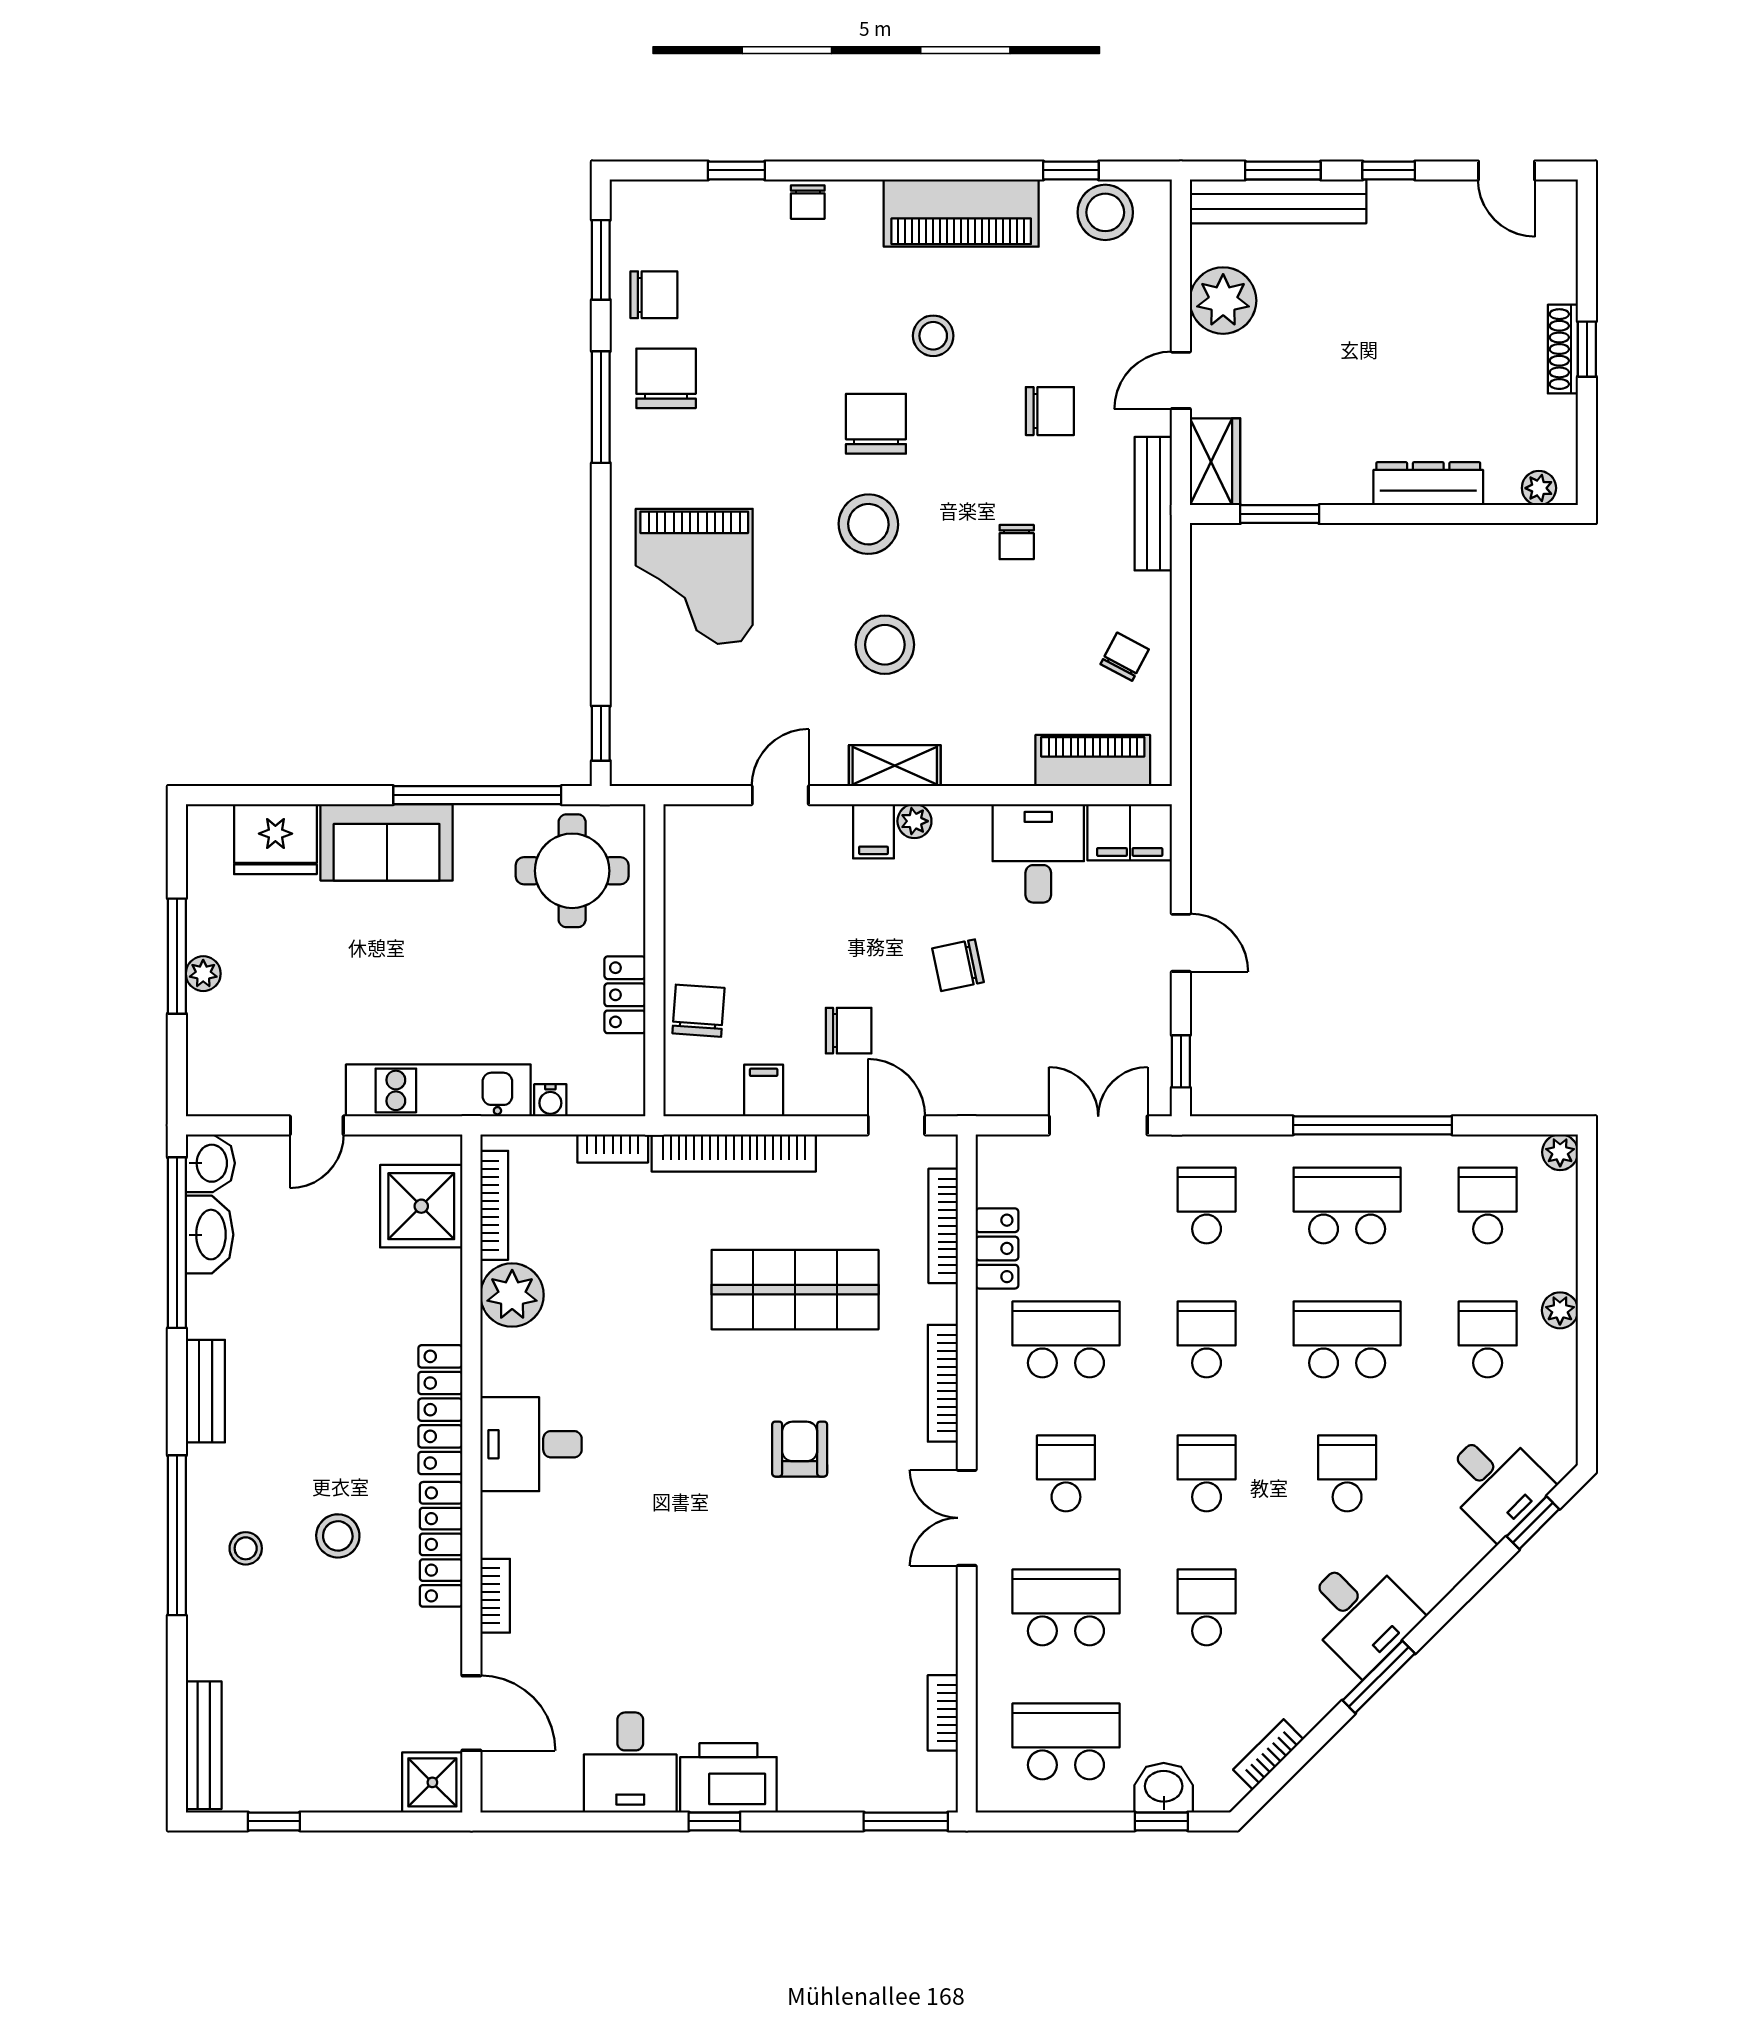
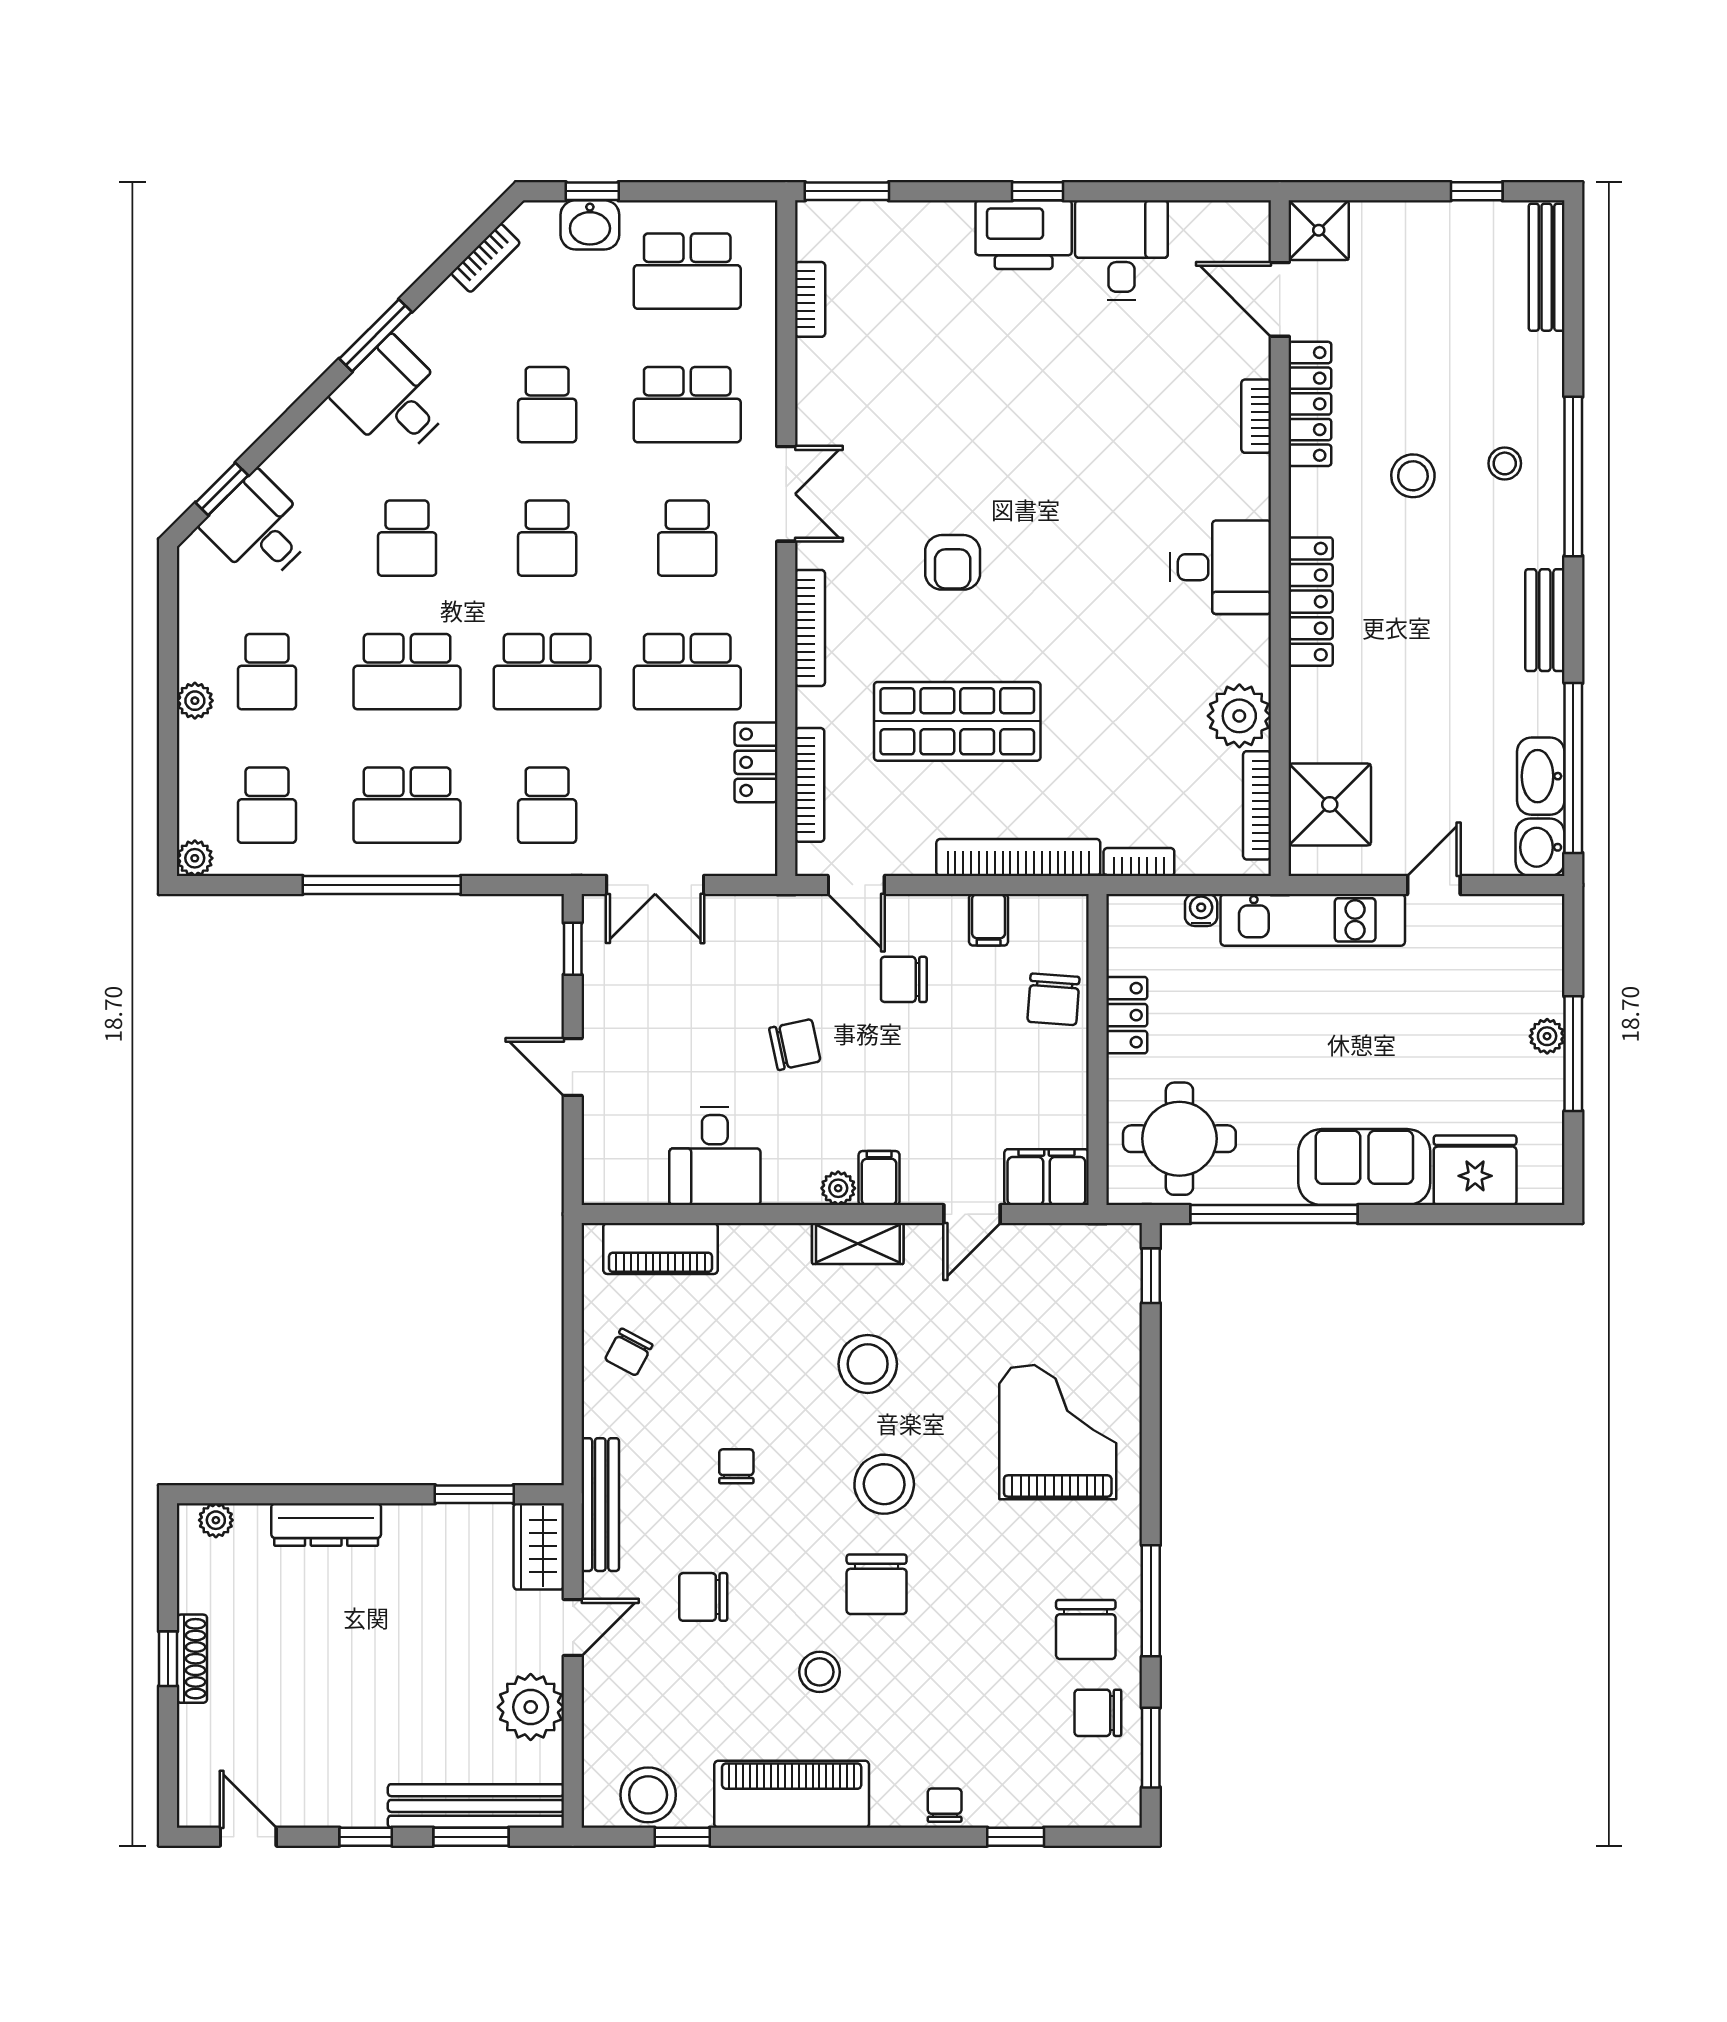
filing cabinet: (1130, 832) -> (1046, 1177), moved
school desk: (1207, 1339) -> (547, 672), width x1.85
locker: (441, 1544) -> (1310, 404), moved

